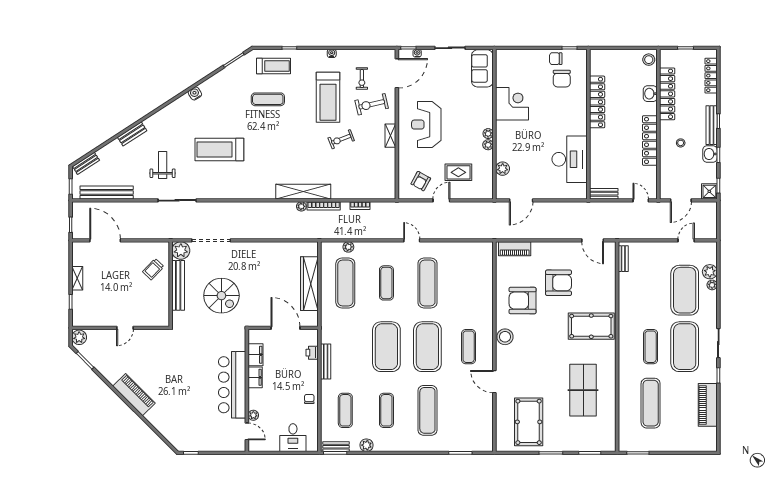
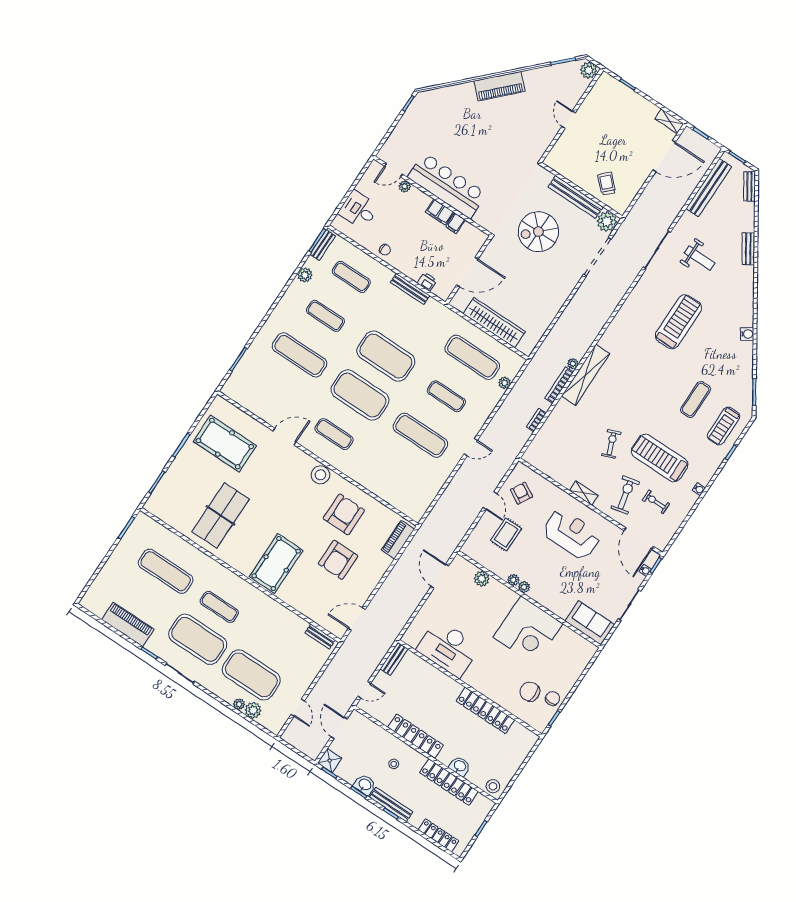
corner desk: (512, 104) -> (528, 630), width x1.36, depth x1.36
shelving: (77, 278) -> (669, 121), moved
filing cabinet: (256, 355) -> (456, 223), width x0.50
table tennis table: (583, 390) -> (221, 515), turned 90

